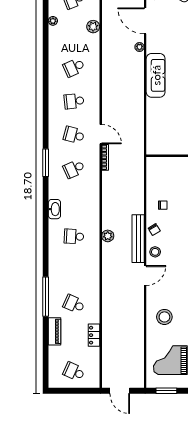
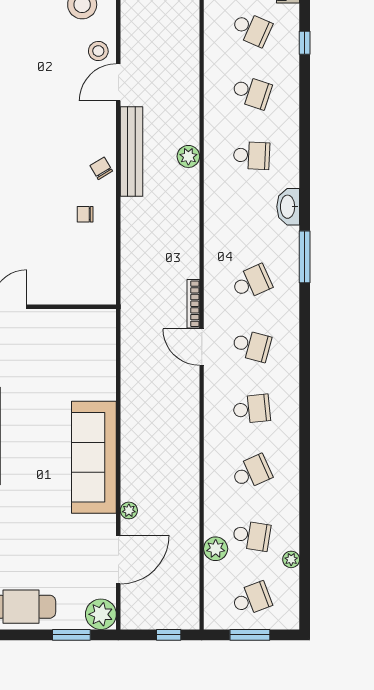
door: (145, 21) -> (118, 559), hinge flipped
school desk: (74, 34) -> (252, 536), added
sofa: (156, 75) -> (94, 457), width x1.36, depth x1.27
window: (46, 163) -> (305, 257), moved
stool: (155, 252) -> (98, 51), moved
school desk: (74, 270) -> (252, 92), added
window: (46, 297) -> (305, 43), width x0.32

